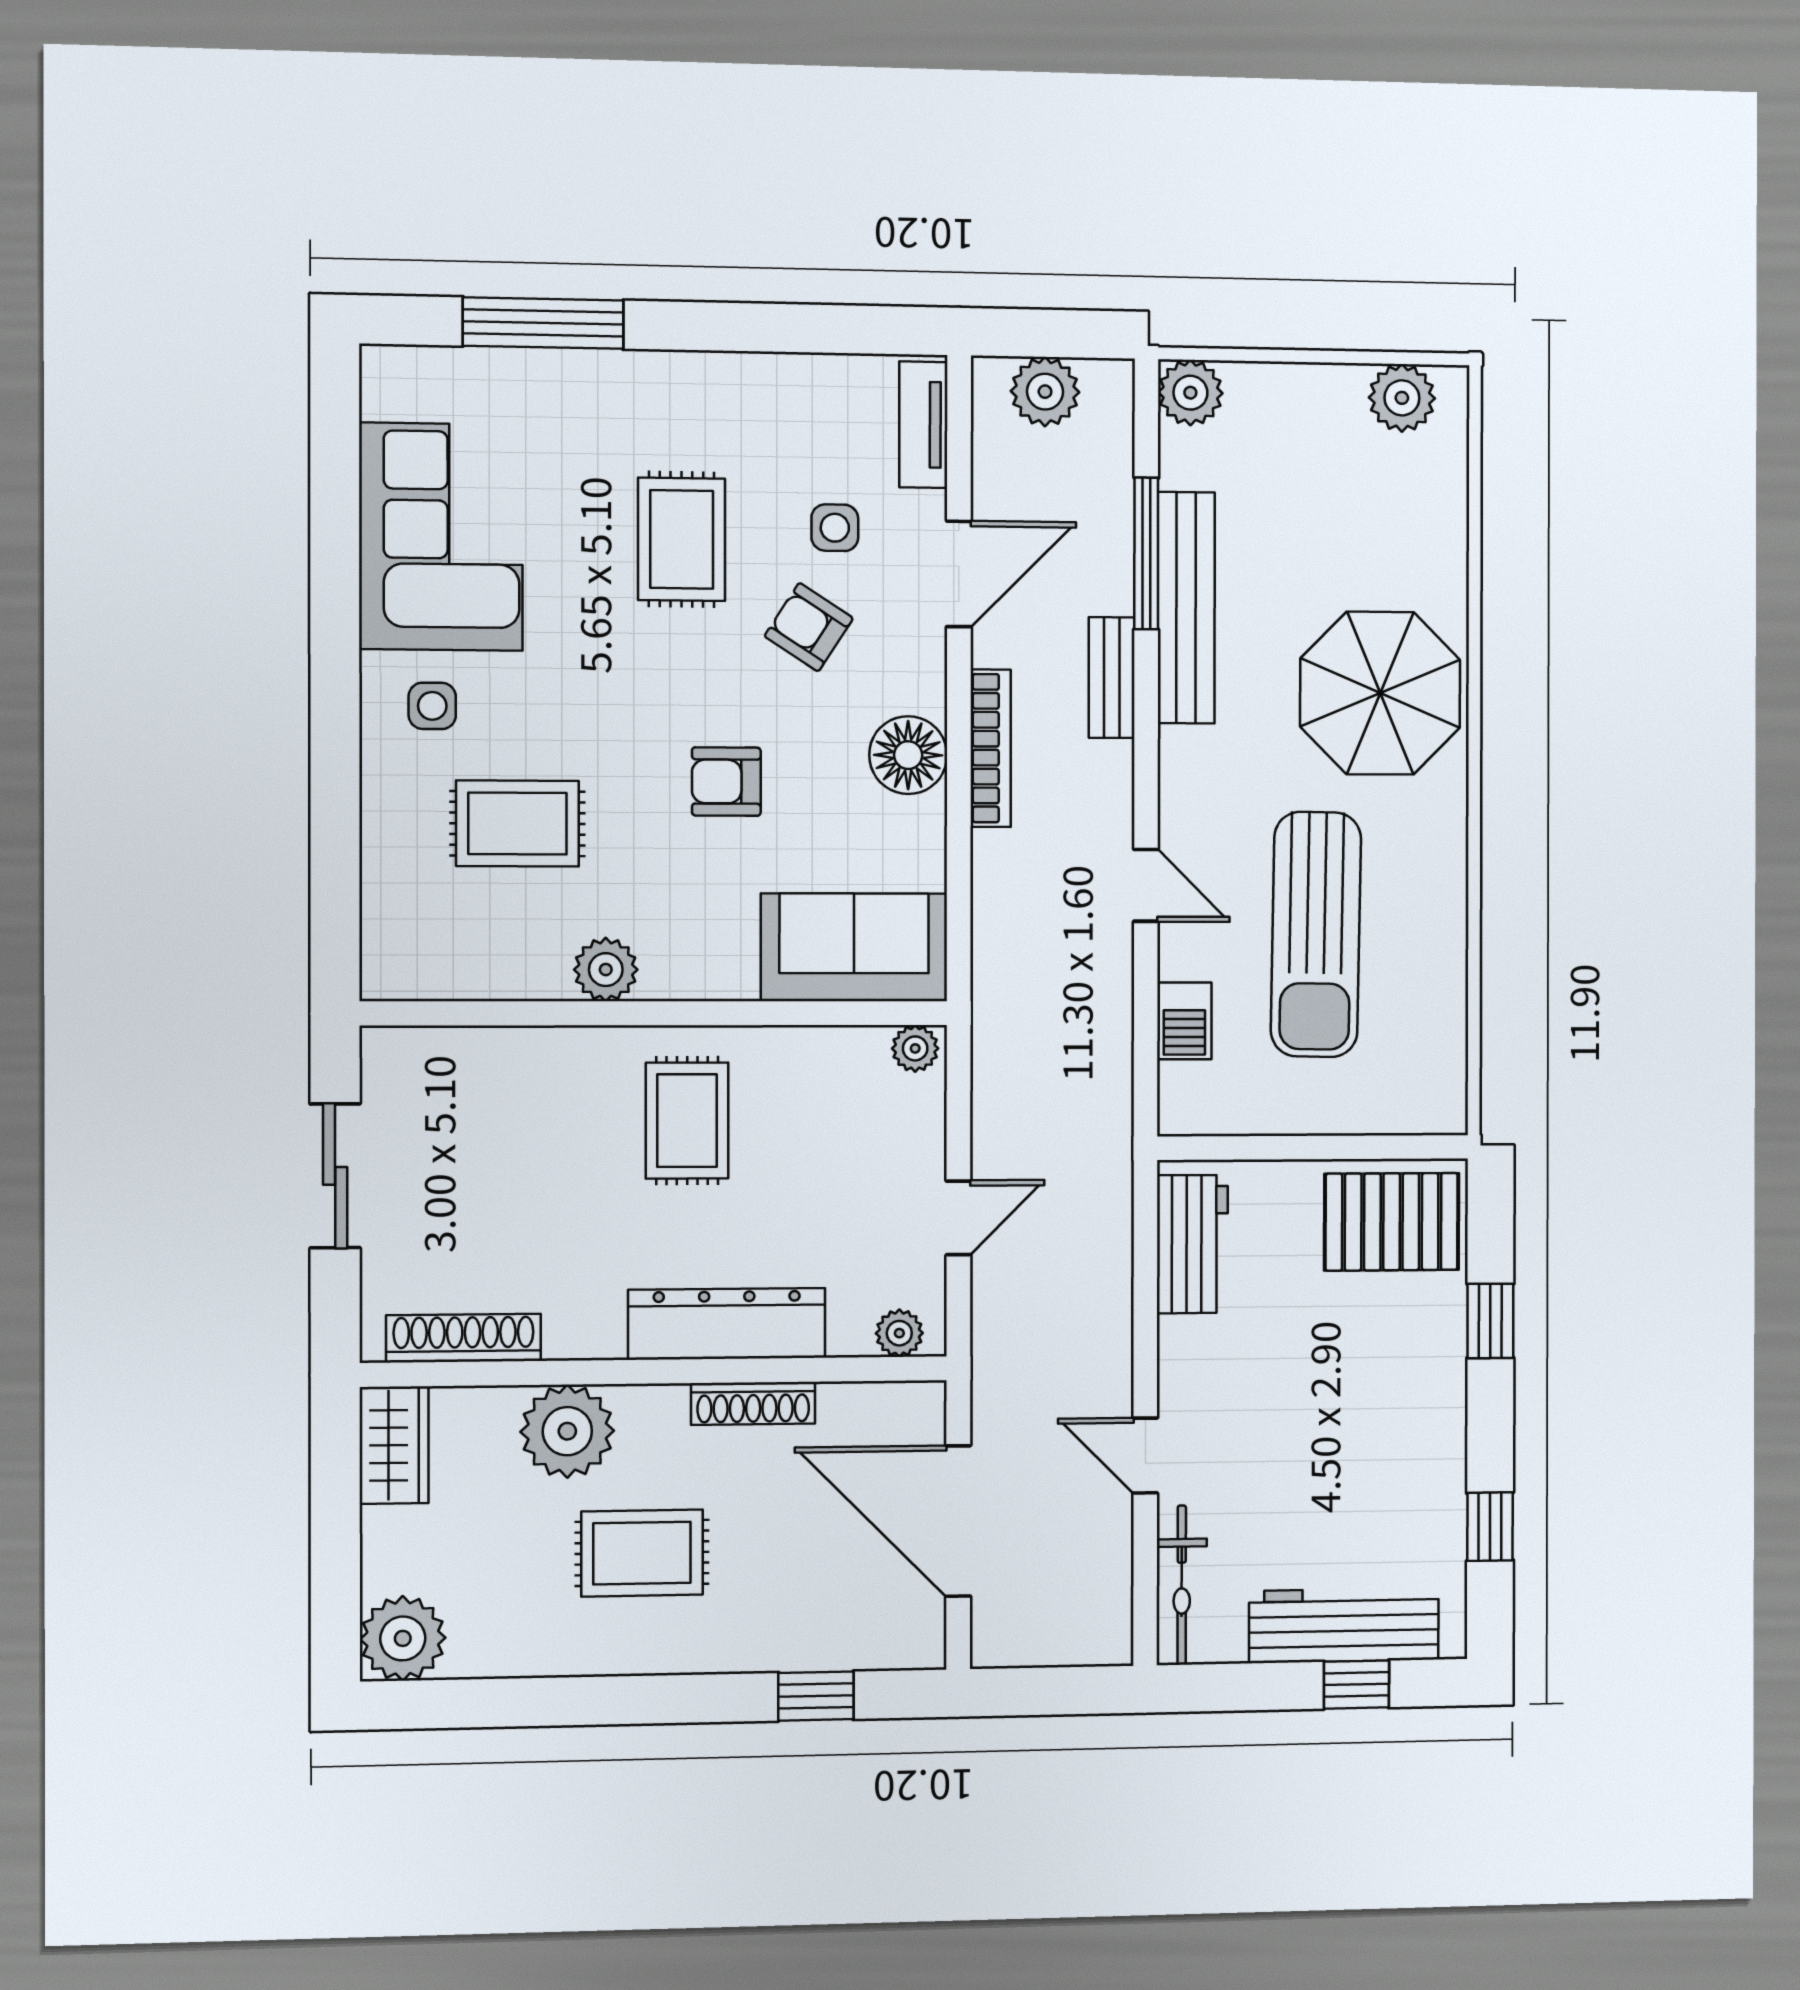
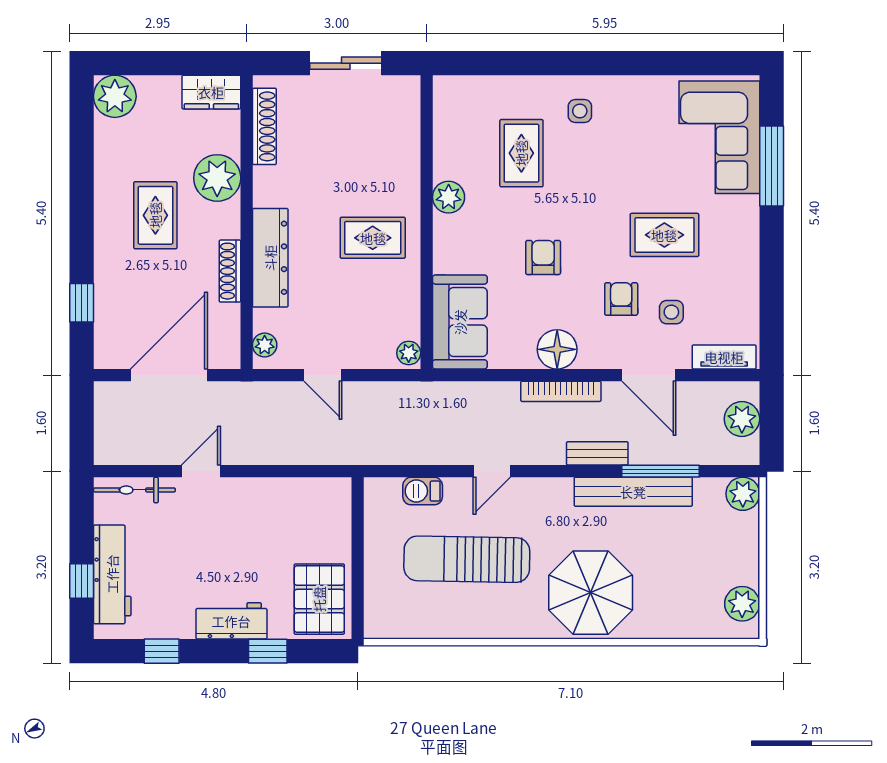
corner sofa: (441, 537) -> (719, 137), moved, turned 90
armchair: (809, 627) -> (621, 299), turned -33
workbench: (1192, 1244) -> (231, 621), moved, turned 180

